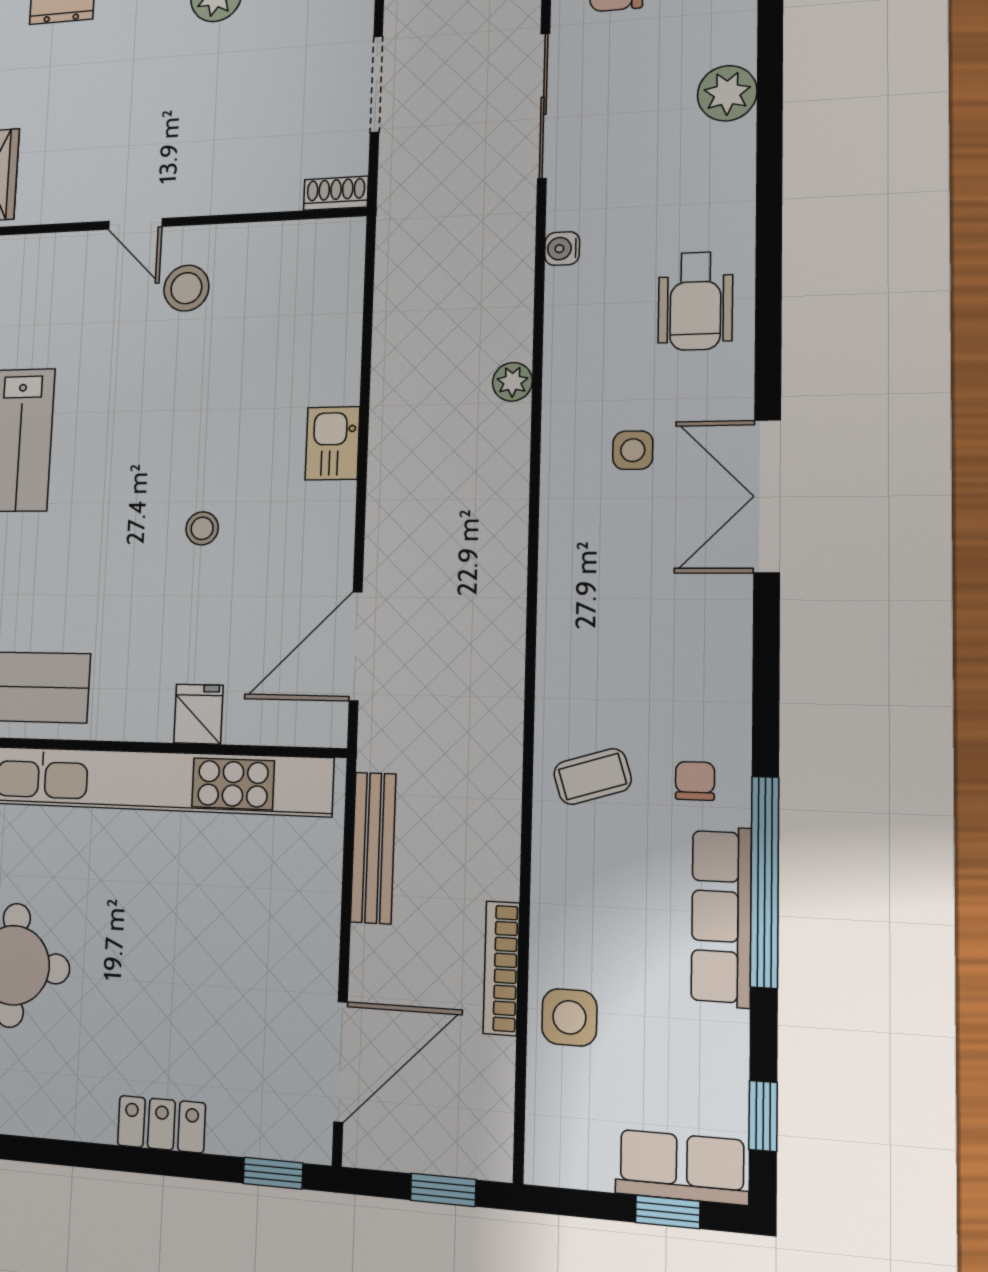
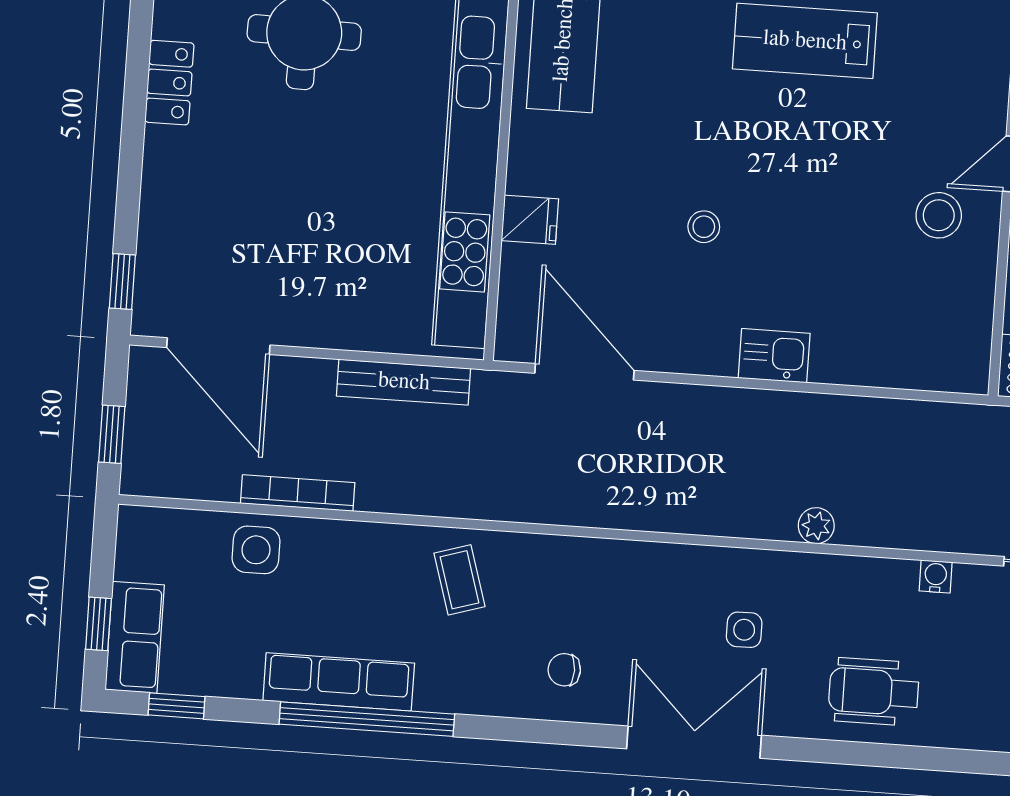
chair: (695, 781) -> (564, 670), moved, turned 180
locker: (161, 1124) -> (169, 83), moved

